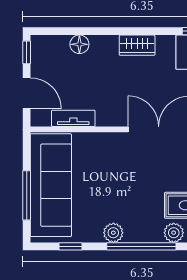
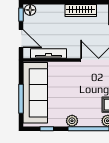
floor lamp: (79, 44) -> (30, 10), moved
wardrobe: (137, 45) -> (81, 10), width x1.50
tv unit: (73, 118) -> (48, 53), width x1.41

